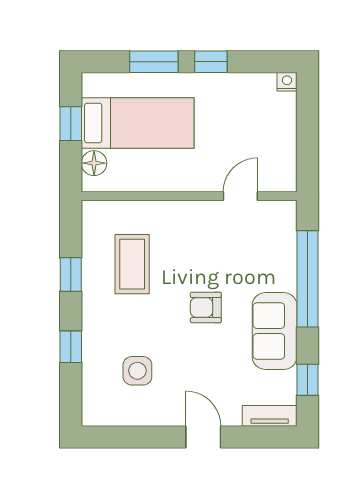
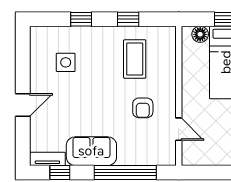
coffee table: (132, 264) -> (135, 59), turned 90
armchair: (206, 307) -> (143, 108), moved, turned 180
tv unit: (270, 416) -> (47, 159), moved, turned -90

